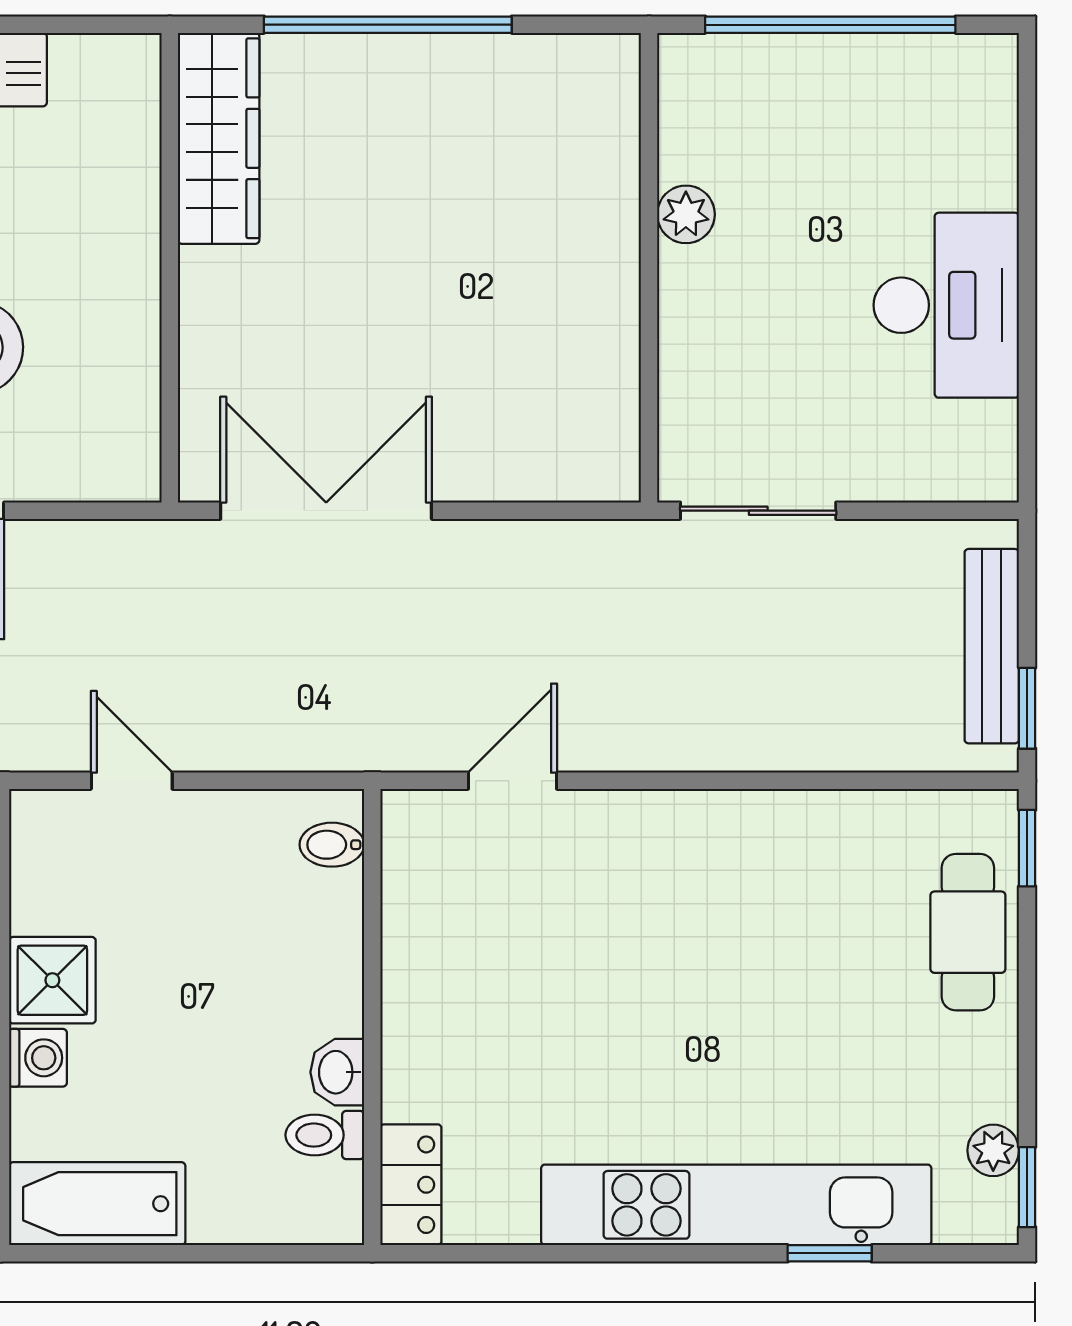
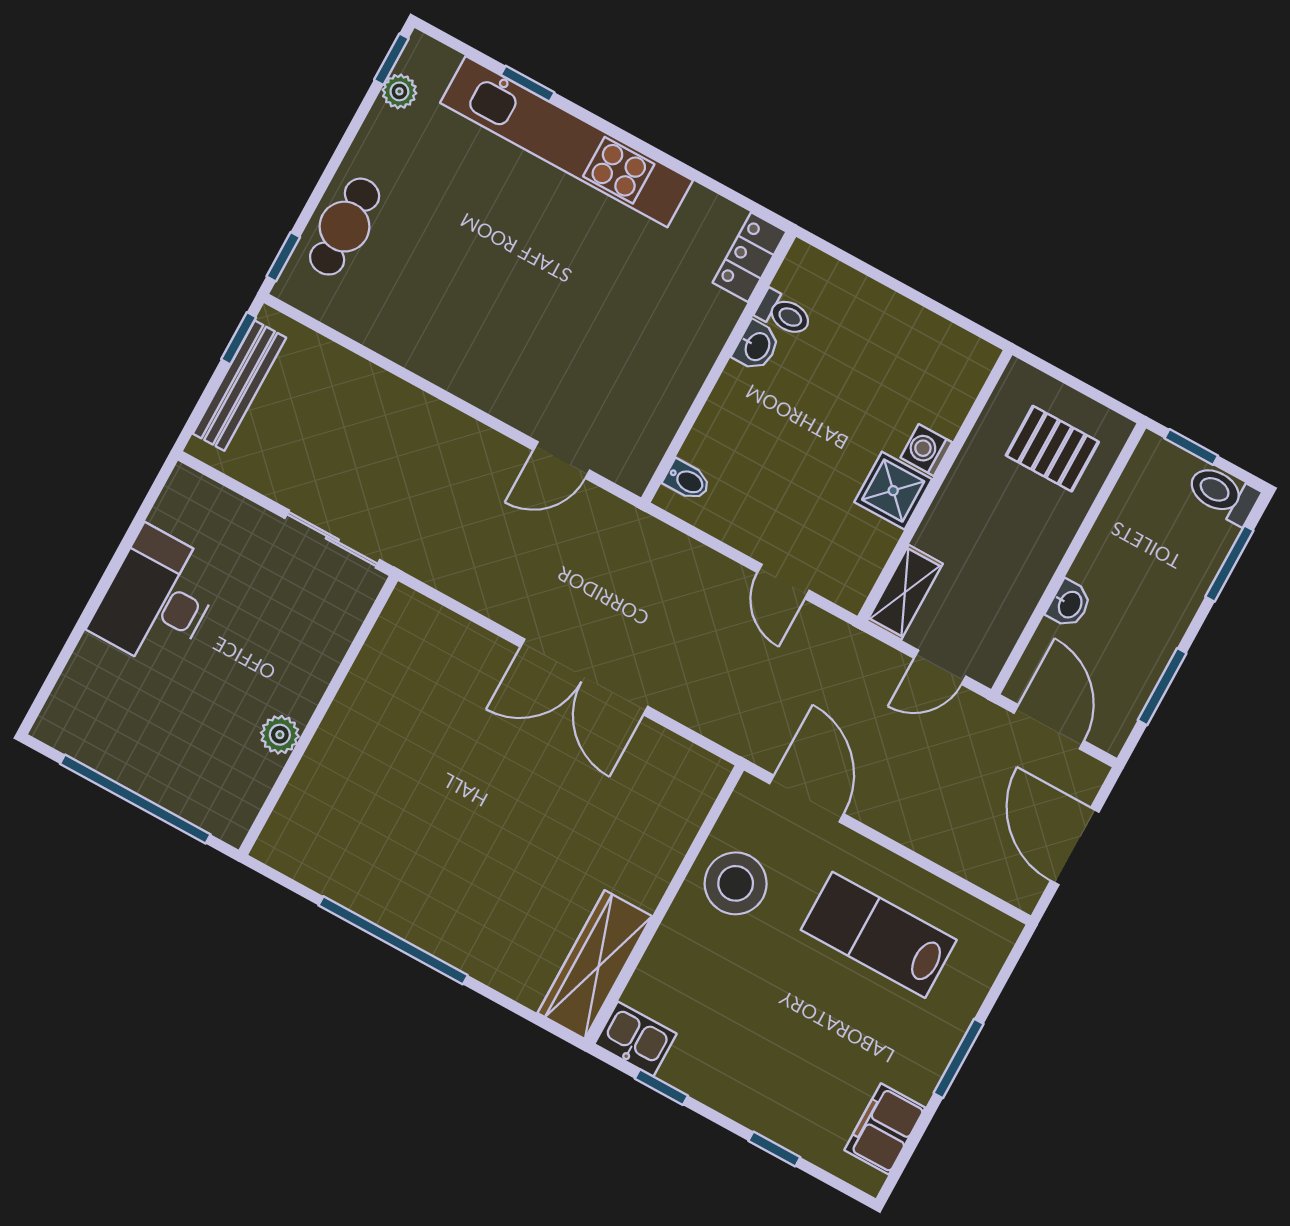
wardrobe: (219, 138) -> (595, 965), moved
wall: (170, 268) -> (664, 905), moved
bathtub: (97, 1204) -> (938, 346), removed

